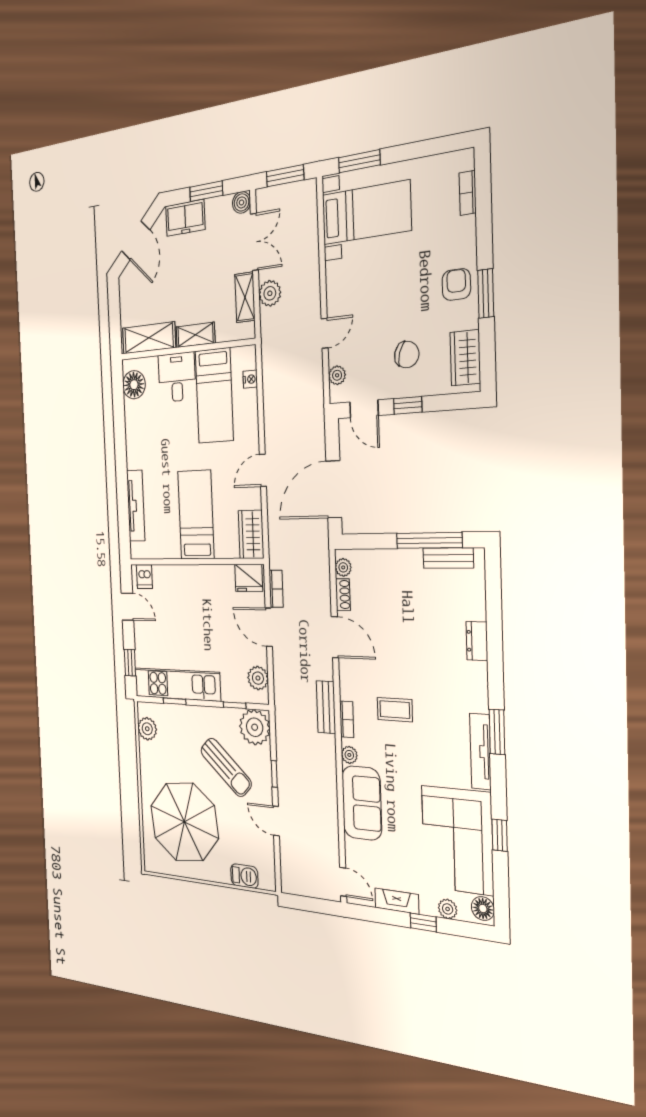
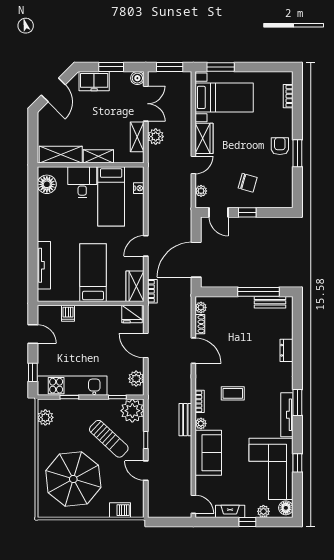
wardrobe: (465, 358) -> (204, 138), moved, turned 180
dishwasher: (144, 577) -> (68, 313), moved
bookcase: (276, 589) -> (152, 291), moved
bench: (326, 707) -> (185, 420), moved

